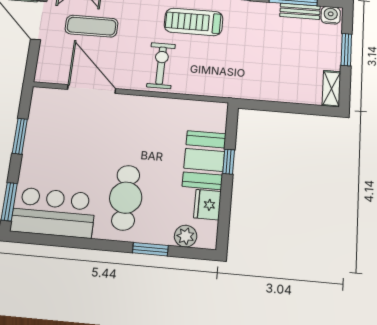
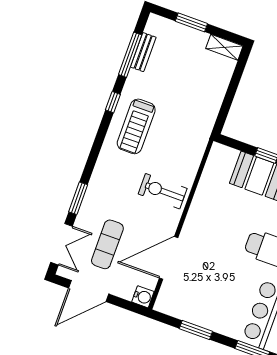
water cooler: (331, 15) -> (143, 297), moved, turned 180
treadmill: (194, 22) -> (136, 126), moved

